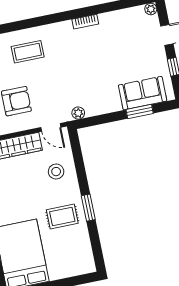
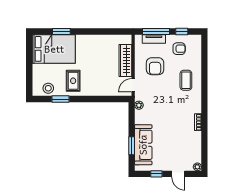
sofa: (143, 93) -> (143, 145), width x1.36
stool: (56, 172) -> (48, 88), moved
window: (88, 208) -> (60, 99), moved

